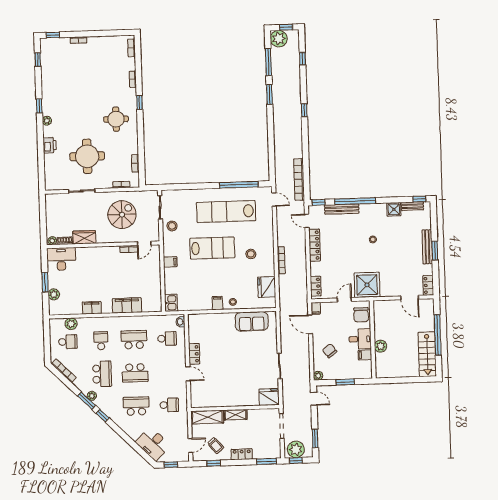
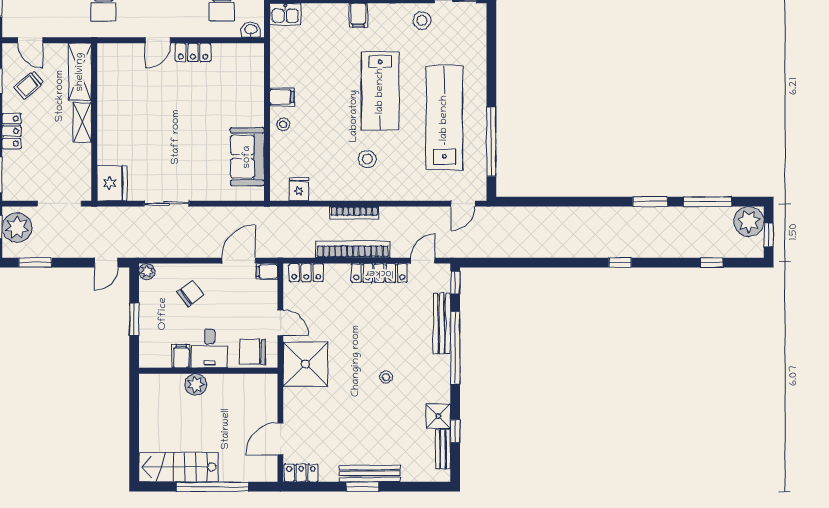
bookcase: (299, 179) -> (353, 249), moved
window: (419, 199) -> (455, 431), moved
fridge: (267, 287) -> (299, 189), width x0.53, depth x0.75

